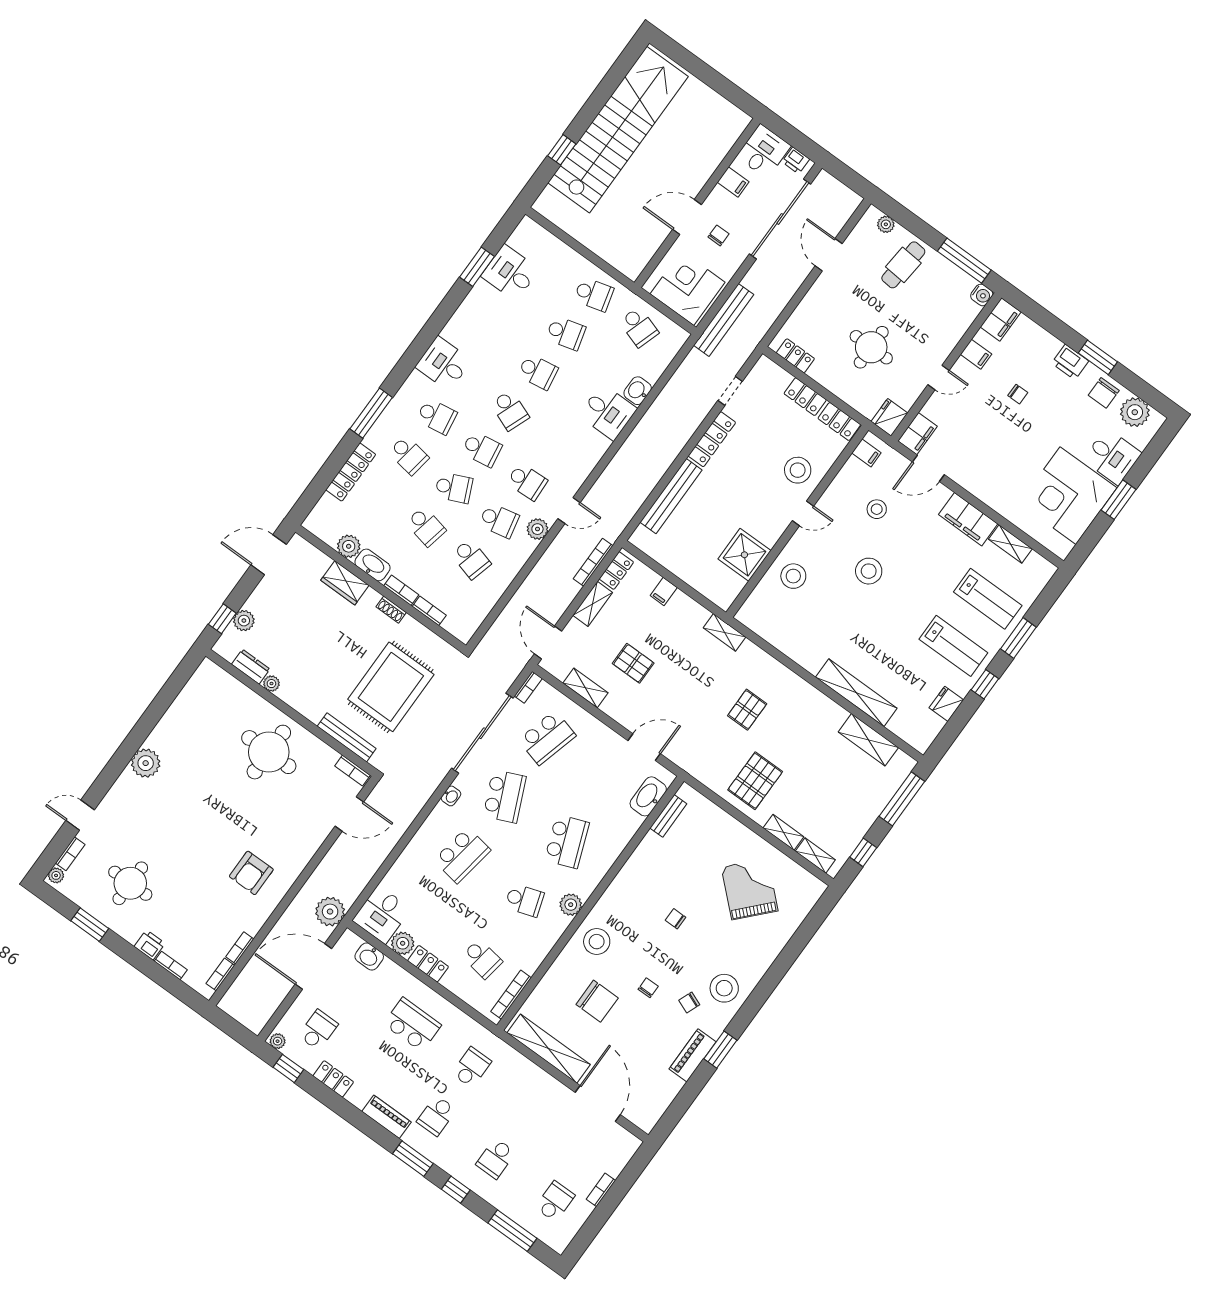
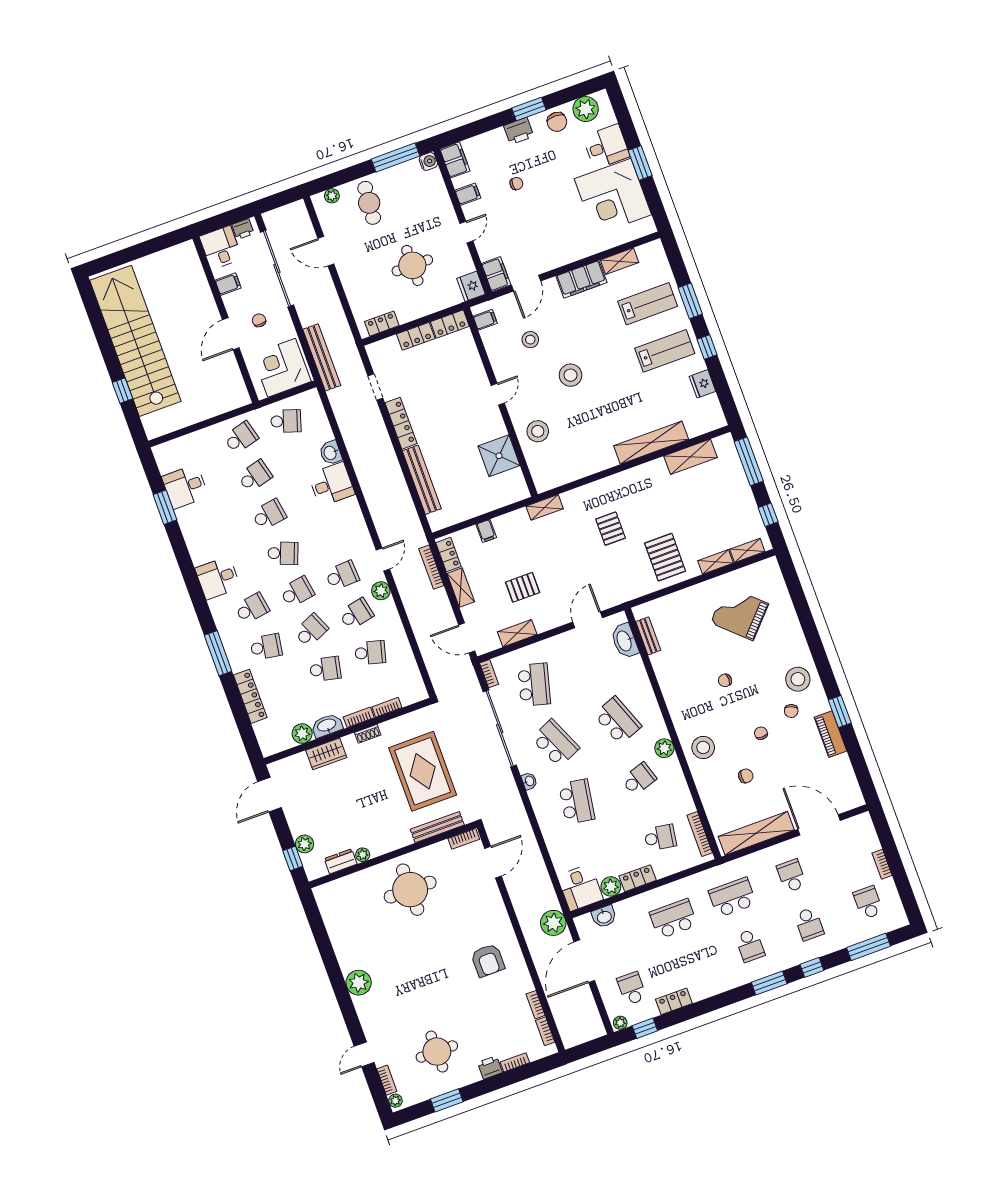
stool: (798, 470) -> (464, 377), removed
chair: (597, 1001) -> (746, 776), width x0.54, depth x0.54
school desk: (472, 1067) -> (732, 897), width x1.85
school desk: (531, 1110) -> (791, 876), added
piano: (386, 1117) -> (727, 982), removed

